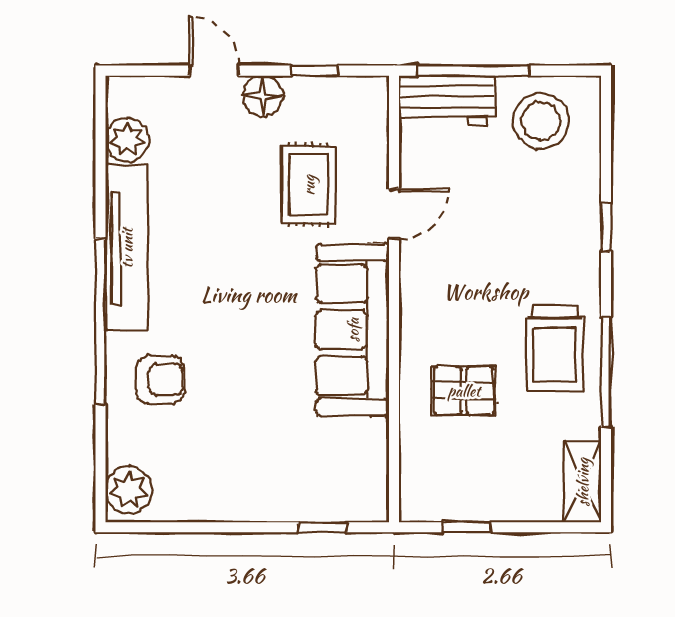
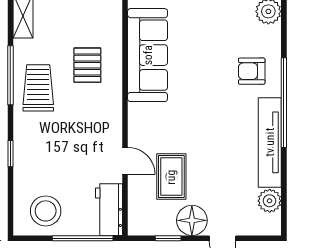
floor lamp: (263, 96) -> (192, 220), width x1.38, depth x1.38
workbench: (447, 100) -> (109, 210), moved, turned -90
door: (394, 214) -> (125, 161), swing flipped
sofa: (353, 330) -> (148, 55), moved
pallet: (464, 391) -> (87, 65), turned 90

